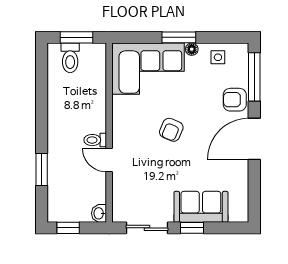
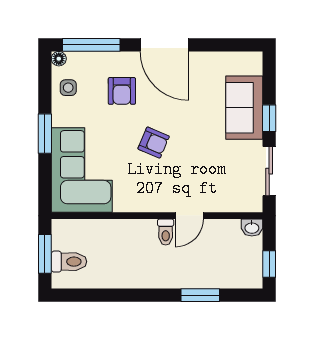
floor lamp: (192, 49) -> (59, 59), moved
armchair: (235, 100) -> (122, 91), moved

